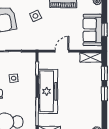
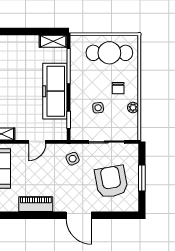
side table: (35, 16) -> (73, 159), moved

